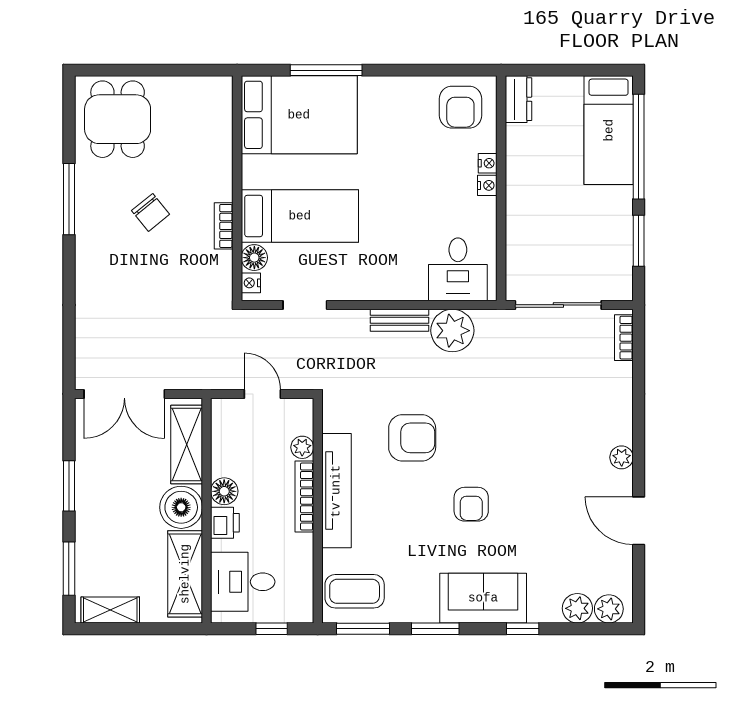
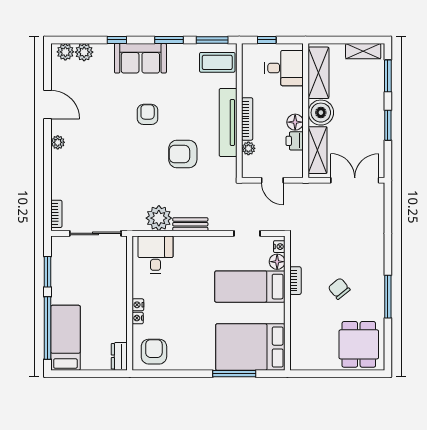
printer: (225, 523) -> (295, 141), moved

